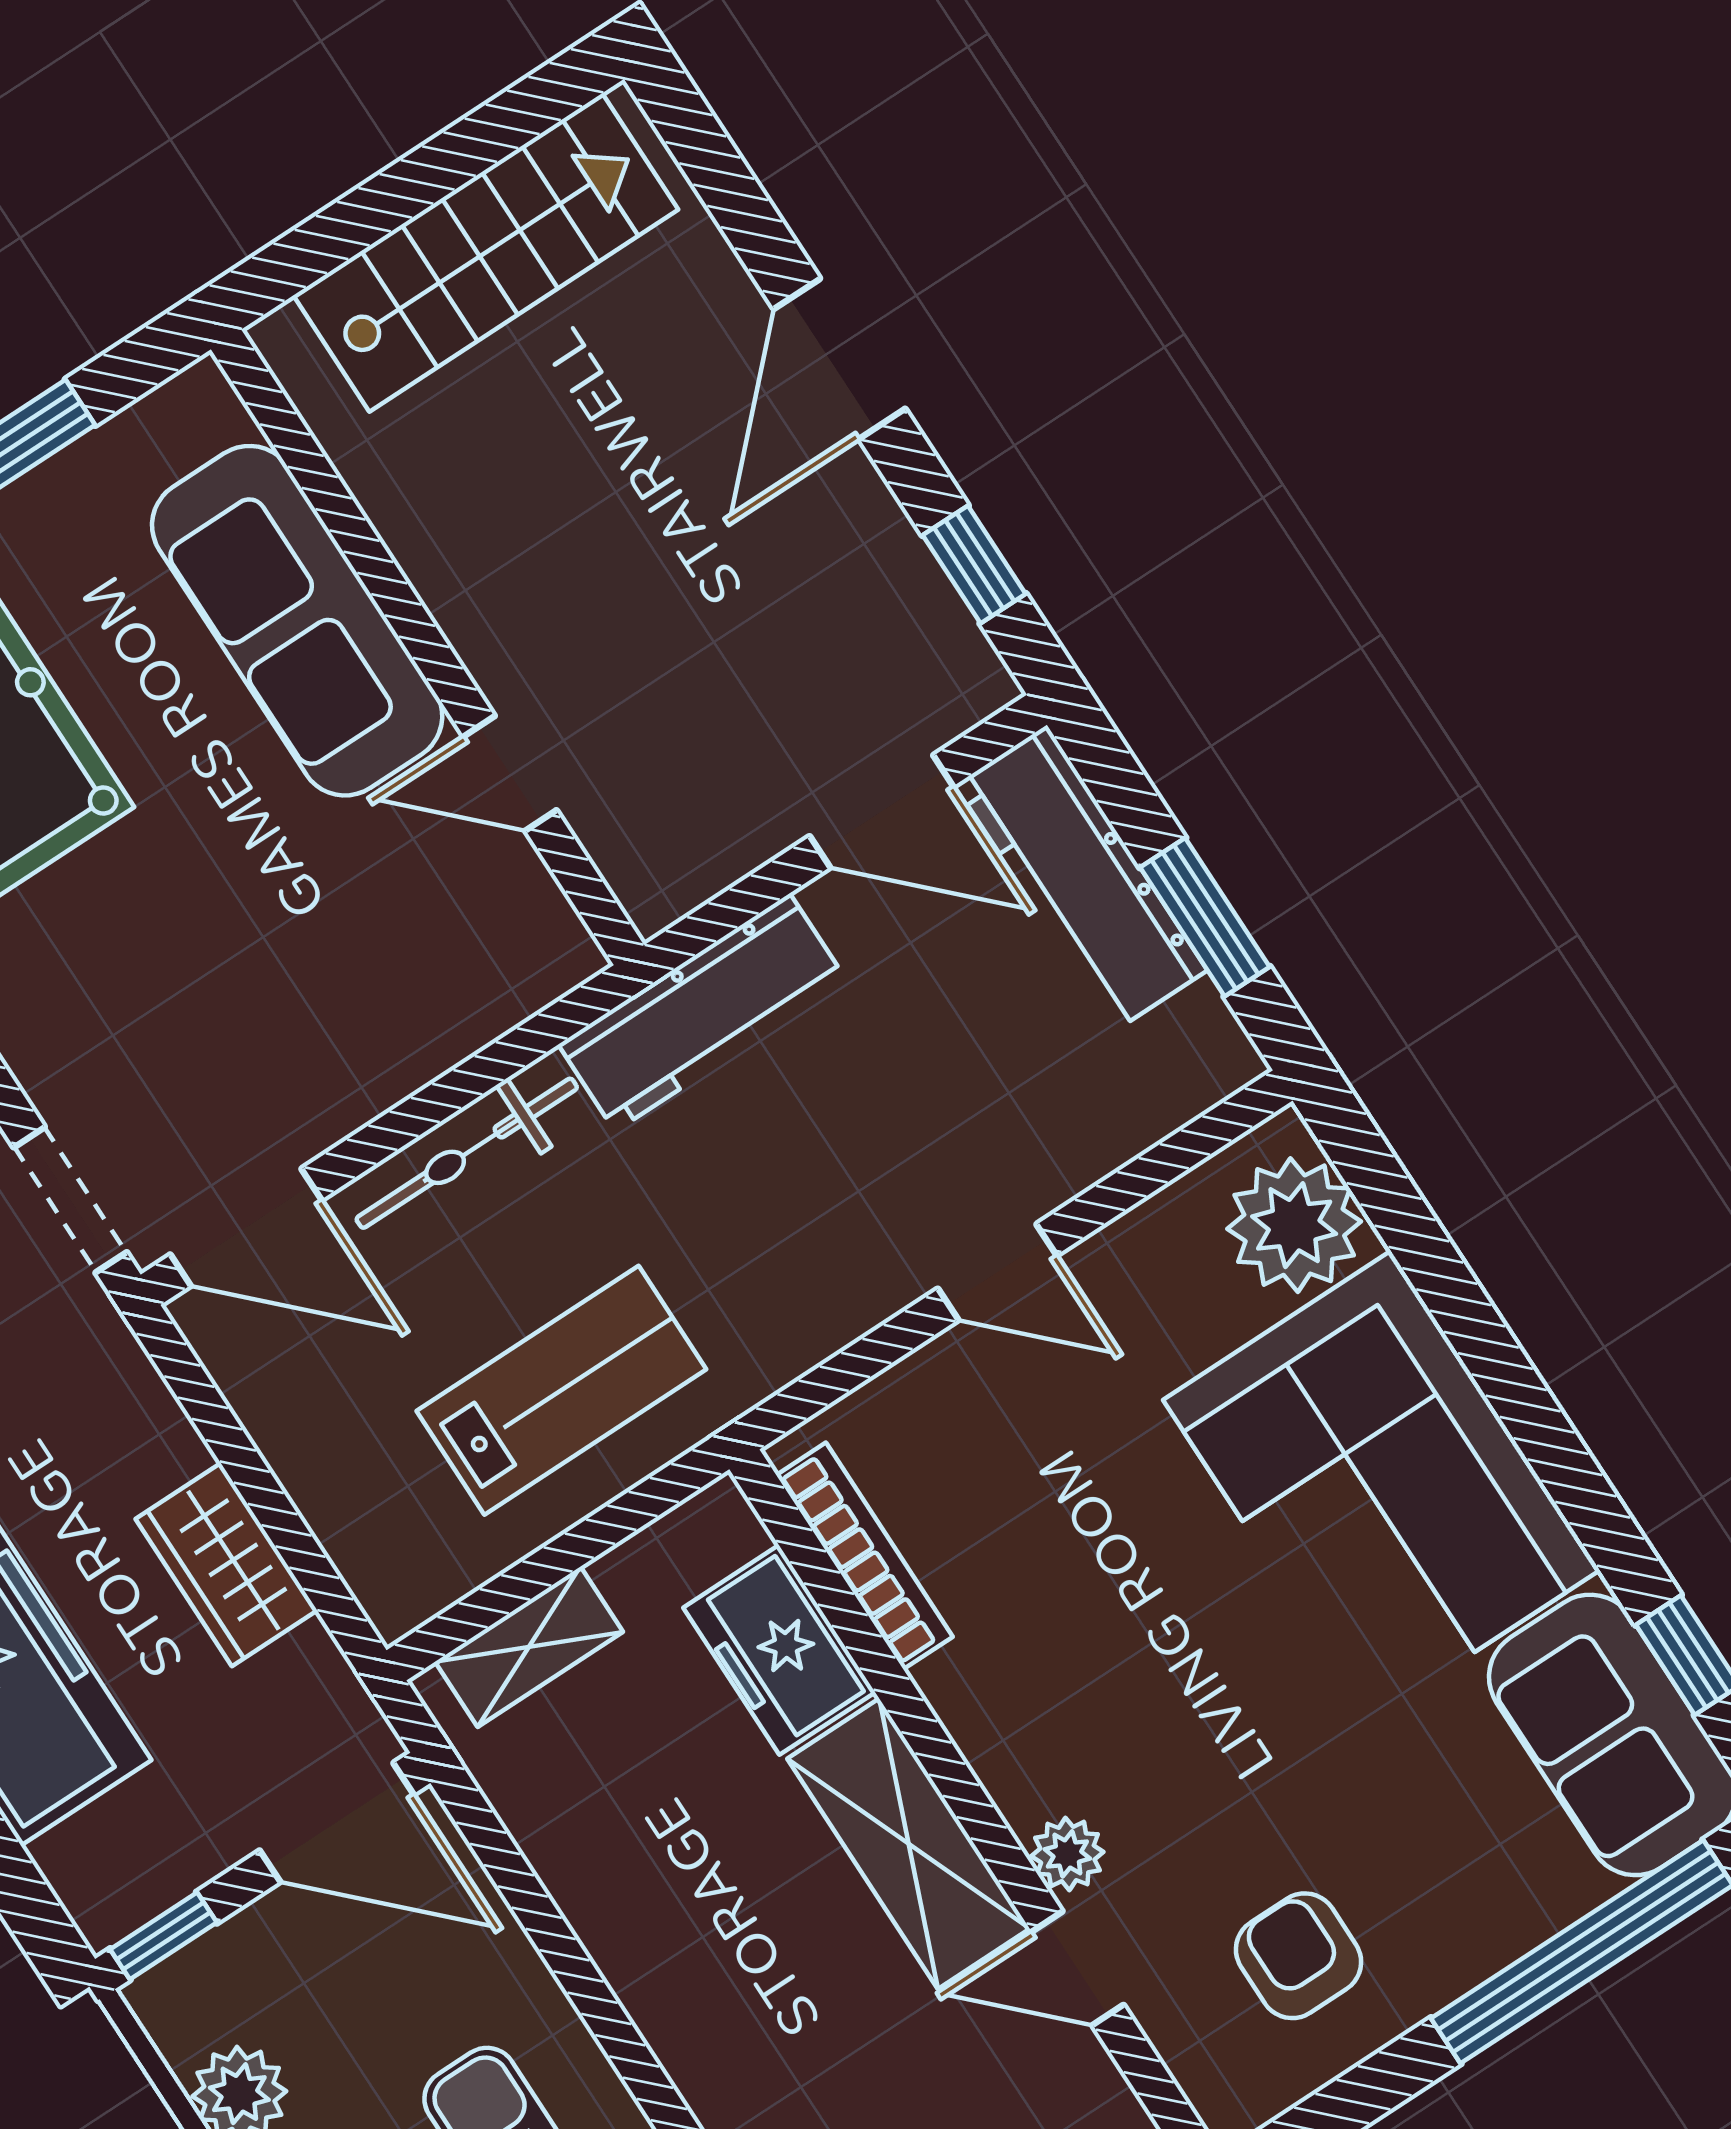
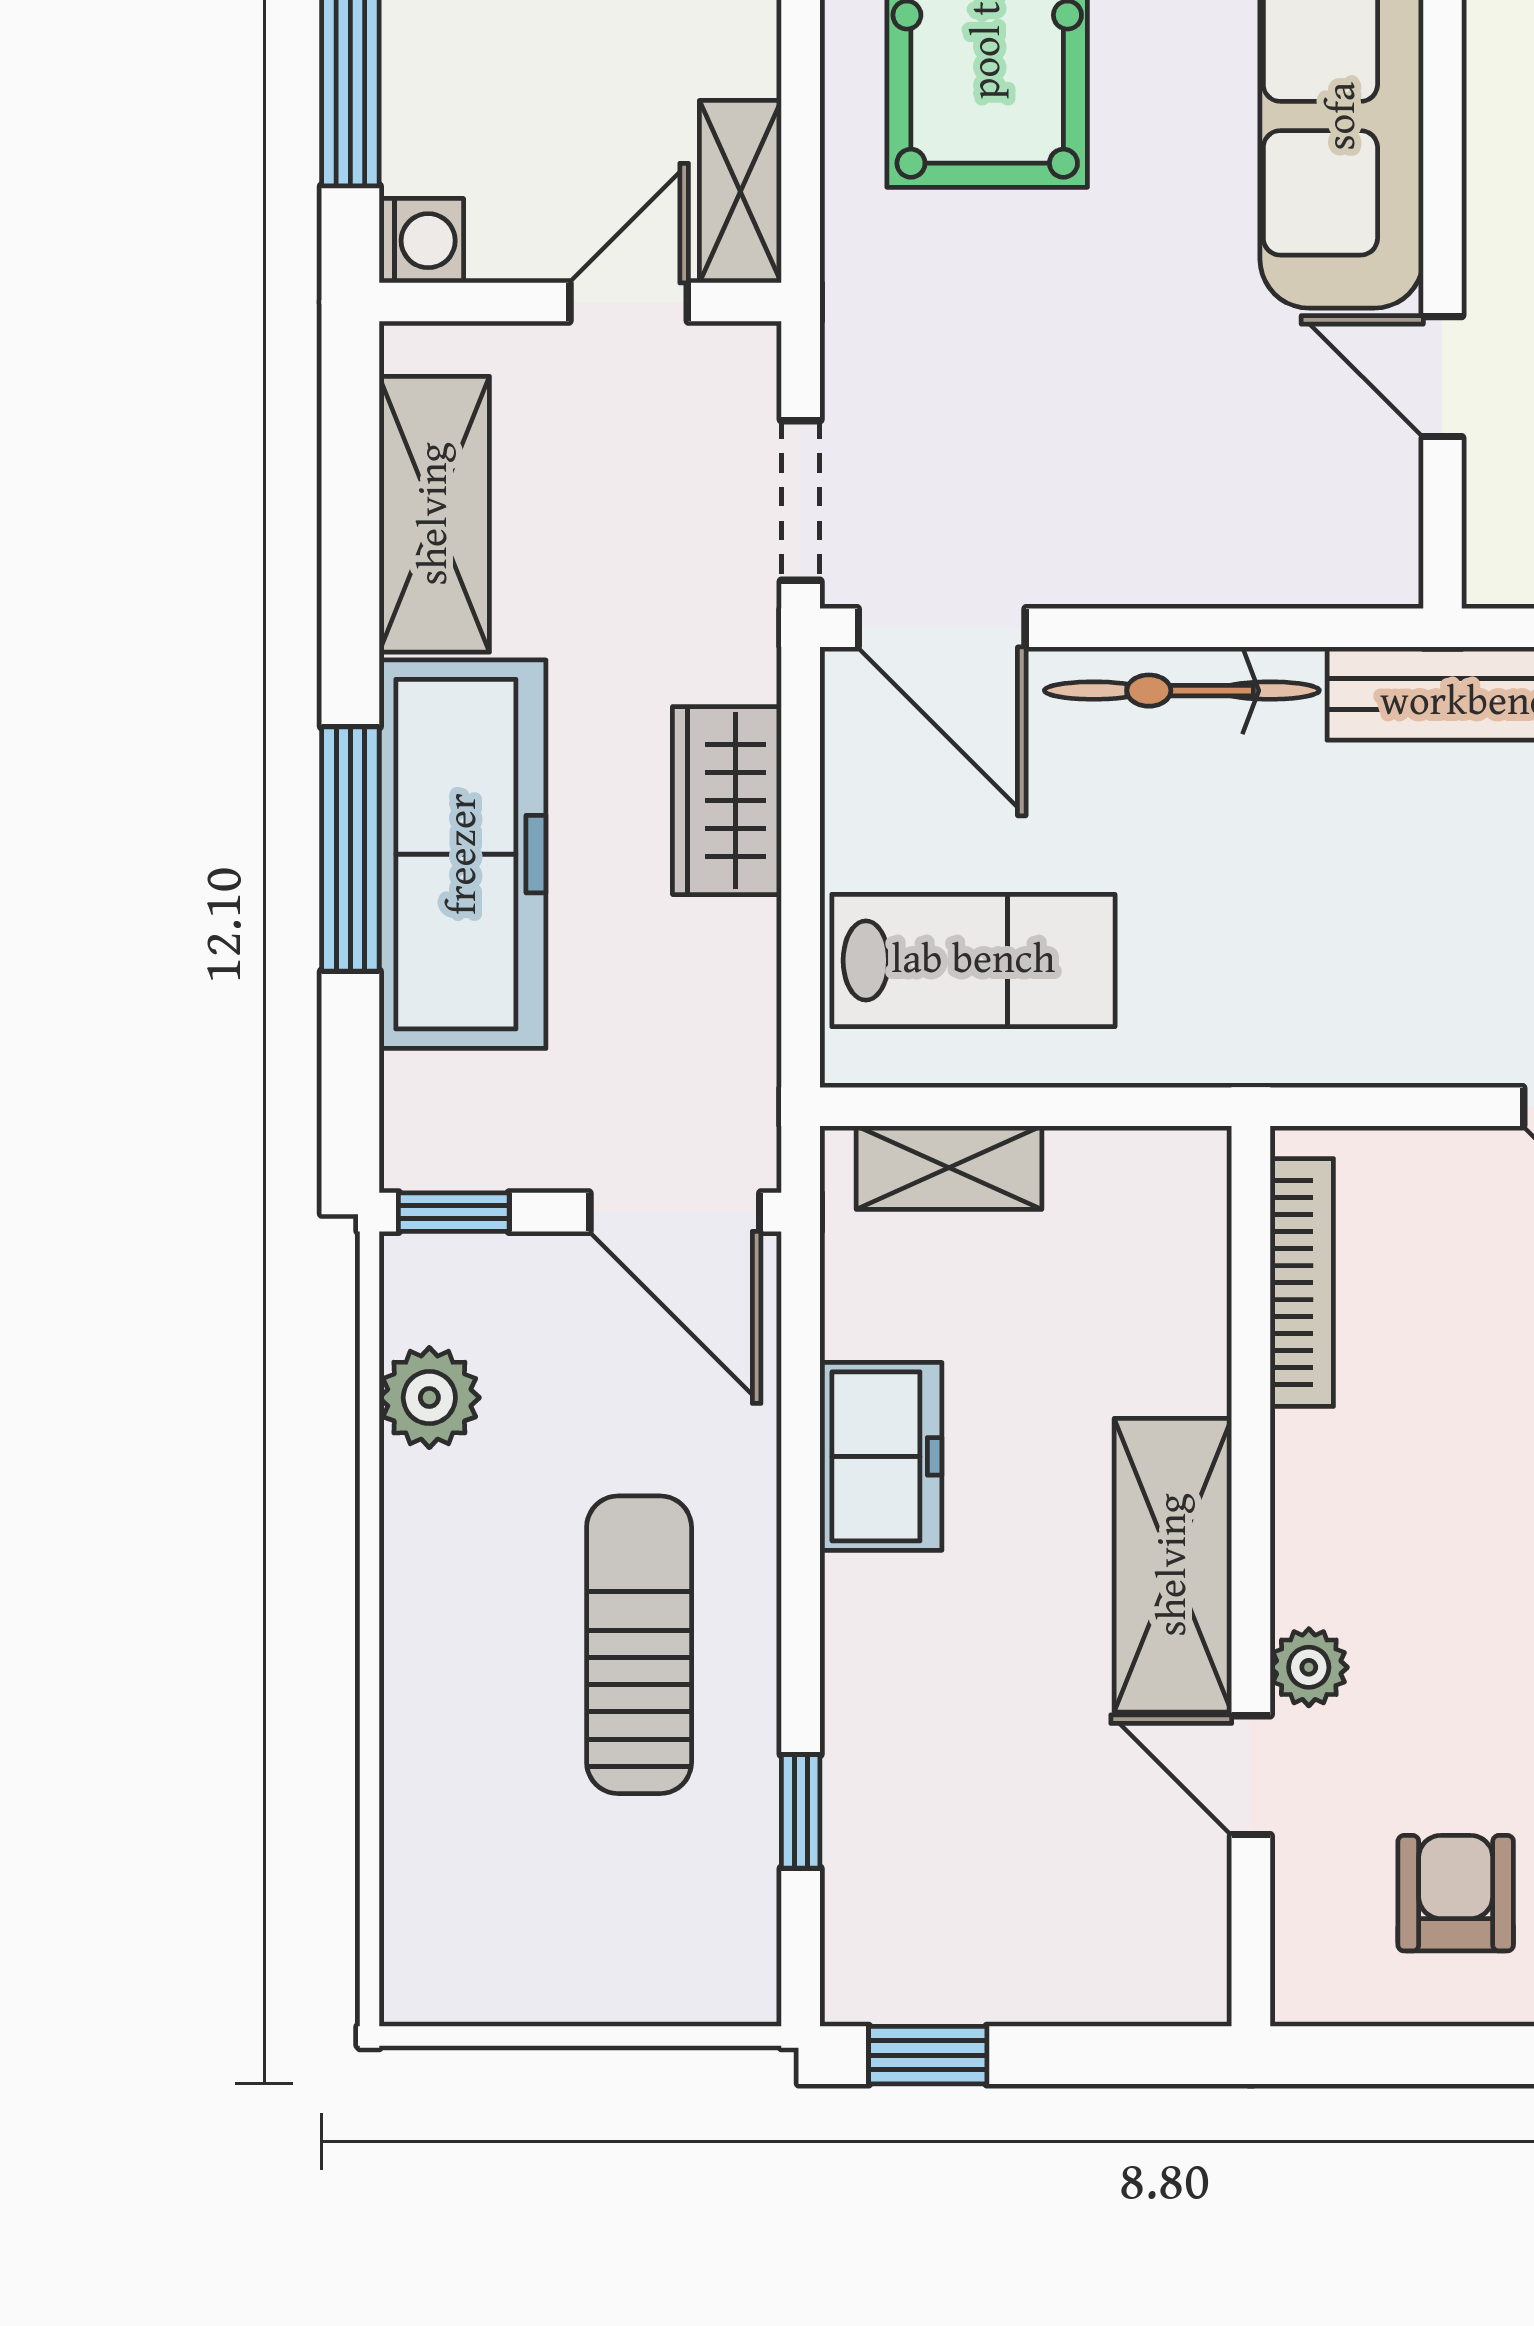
lab bench: (561, 1390) -> (973, 960), moved
wardrobe: (226, 1565) -> (727, 801), moved
freezer: (779, 1650) -> (881, 1456), moved, turned 180

